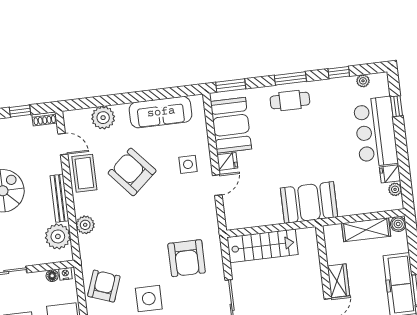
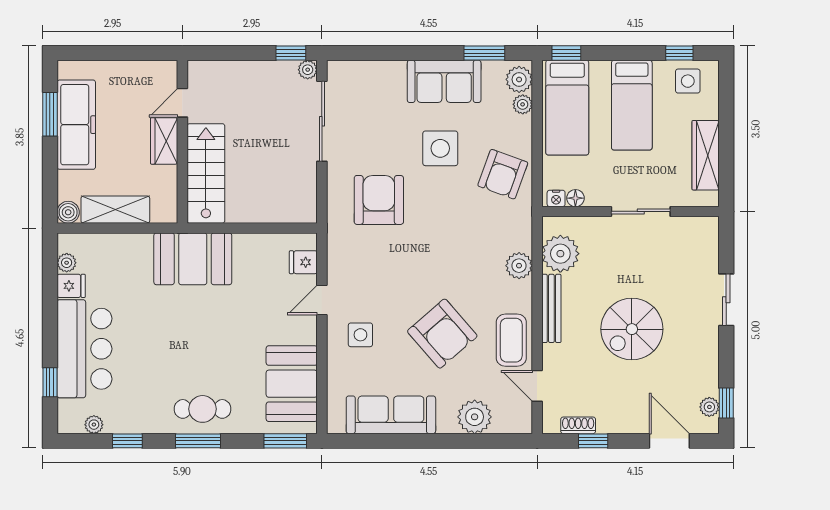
shoe rack: (45, 119) -> (578, 425), moved
fridge: (227, 161) -> (303, 262), moved
stairs: (263, 246) -> (206, 173), moved, turned 90

